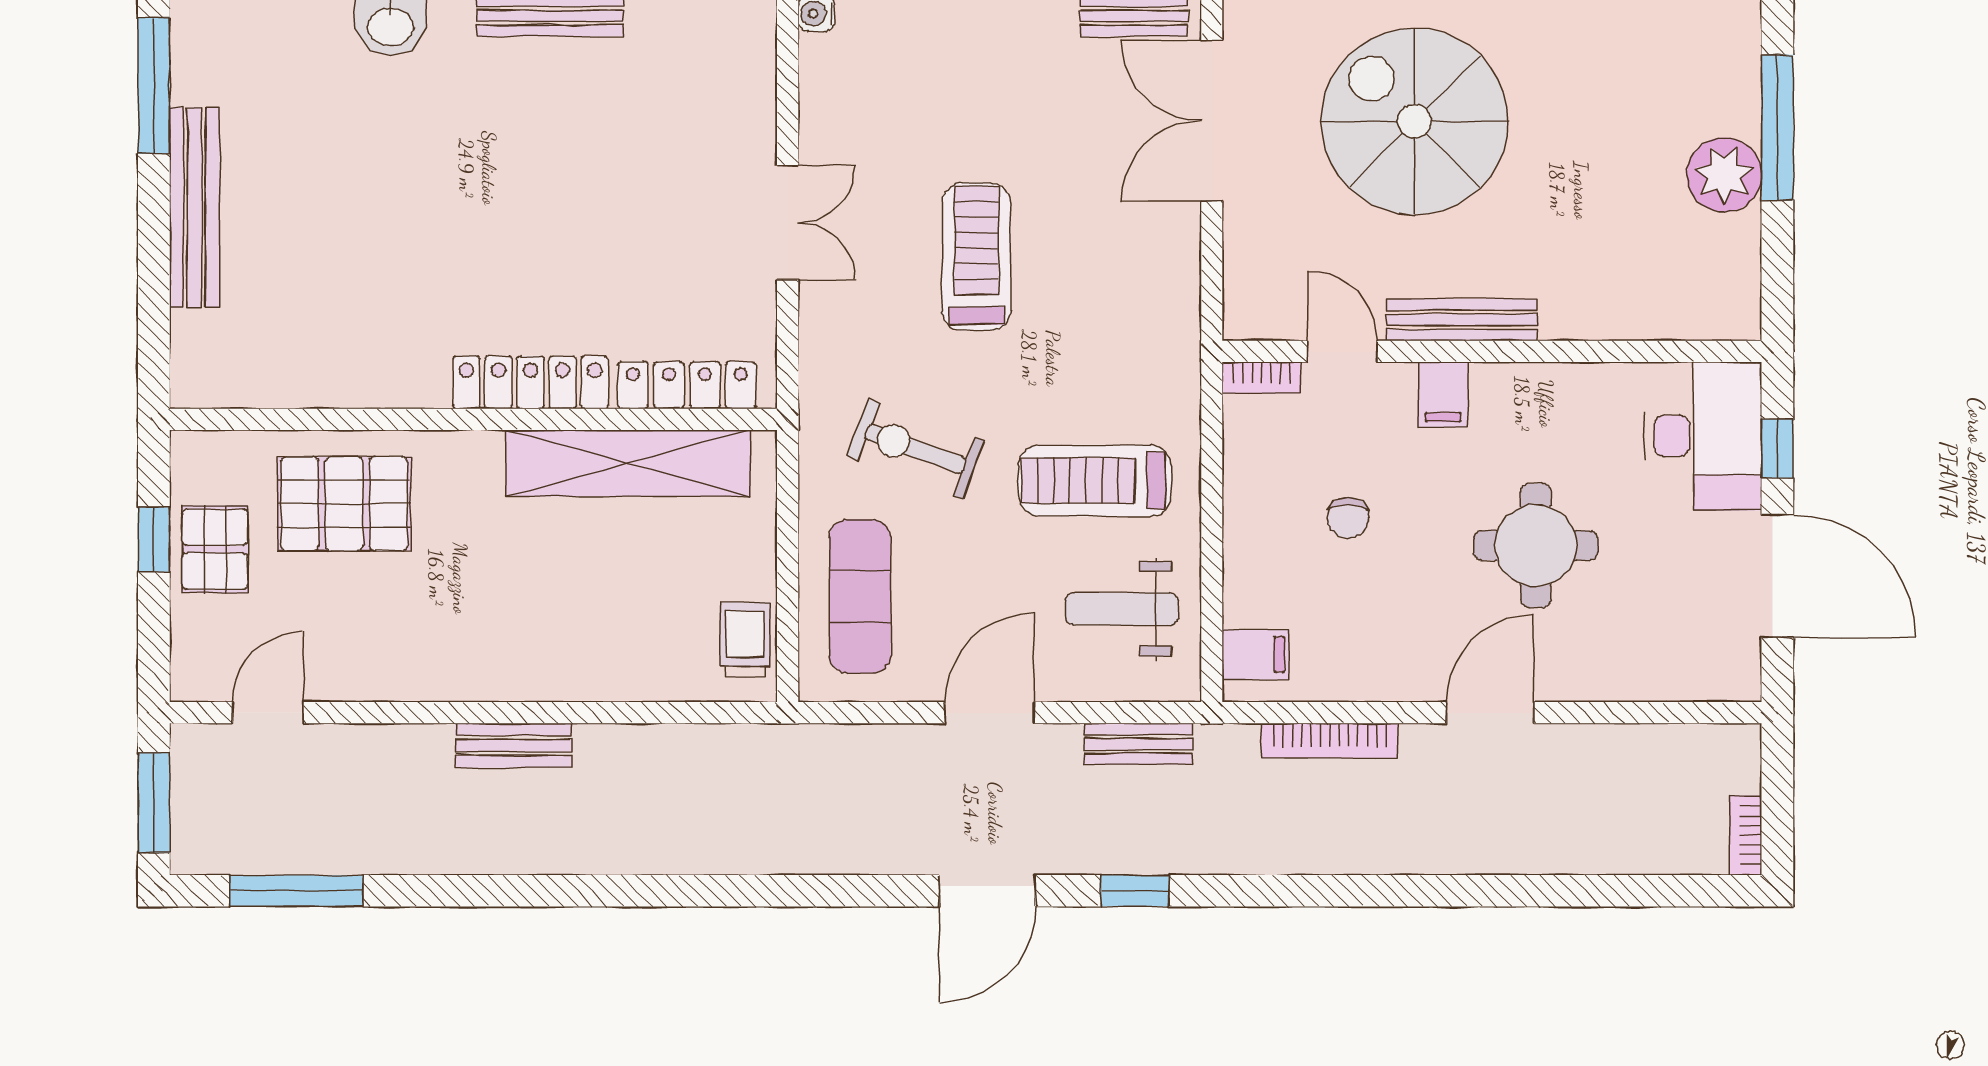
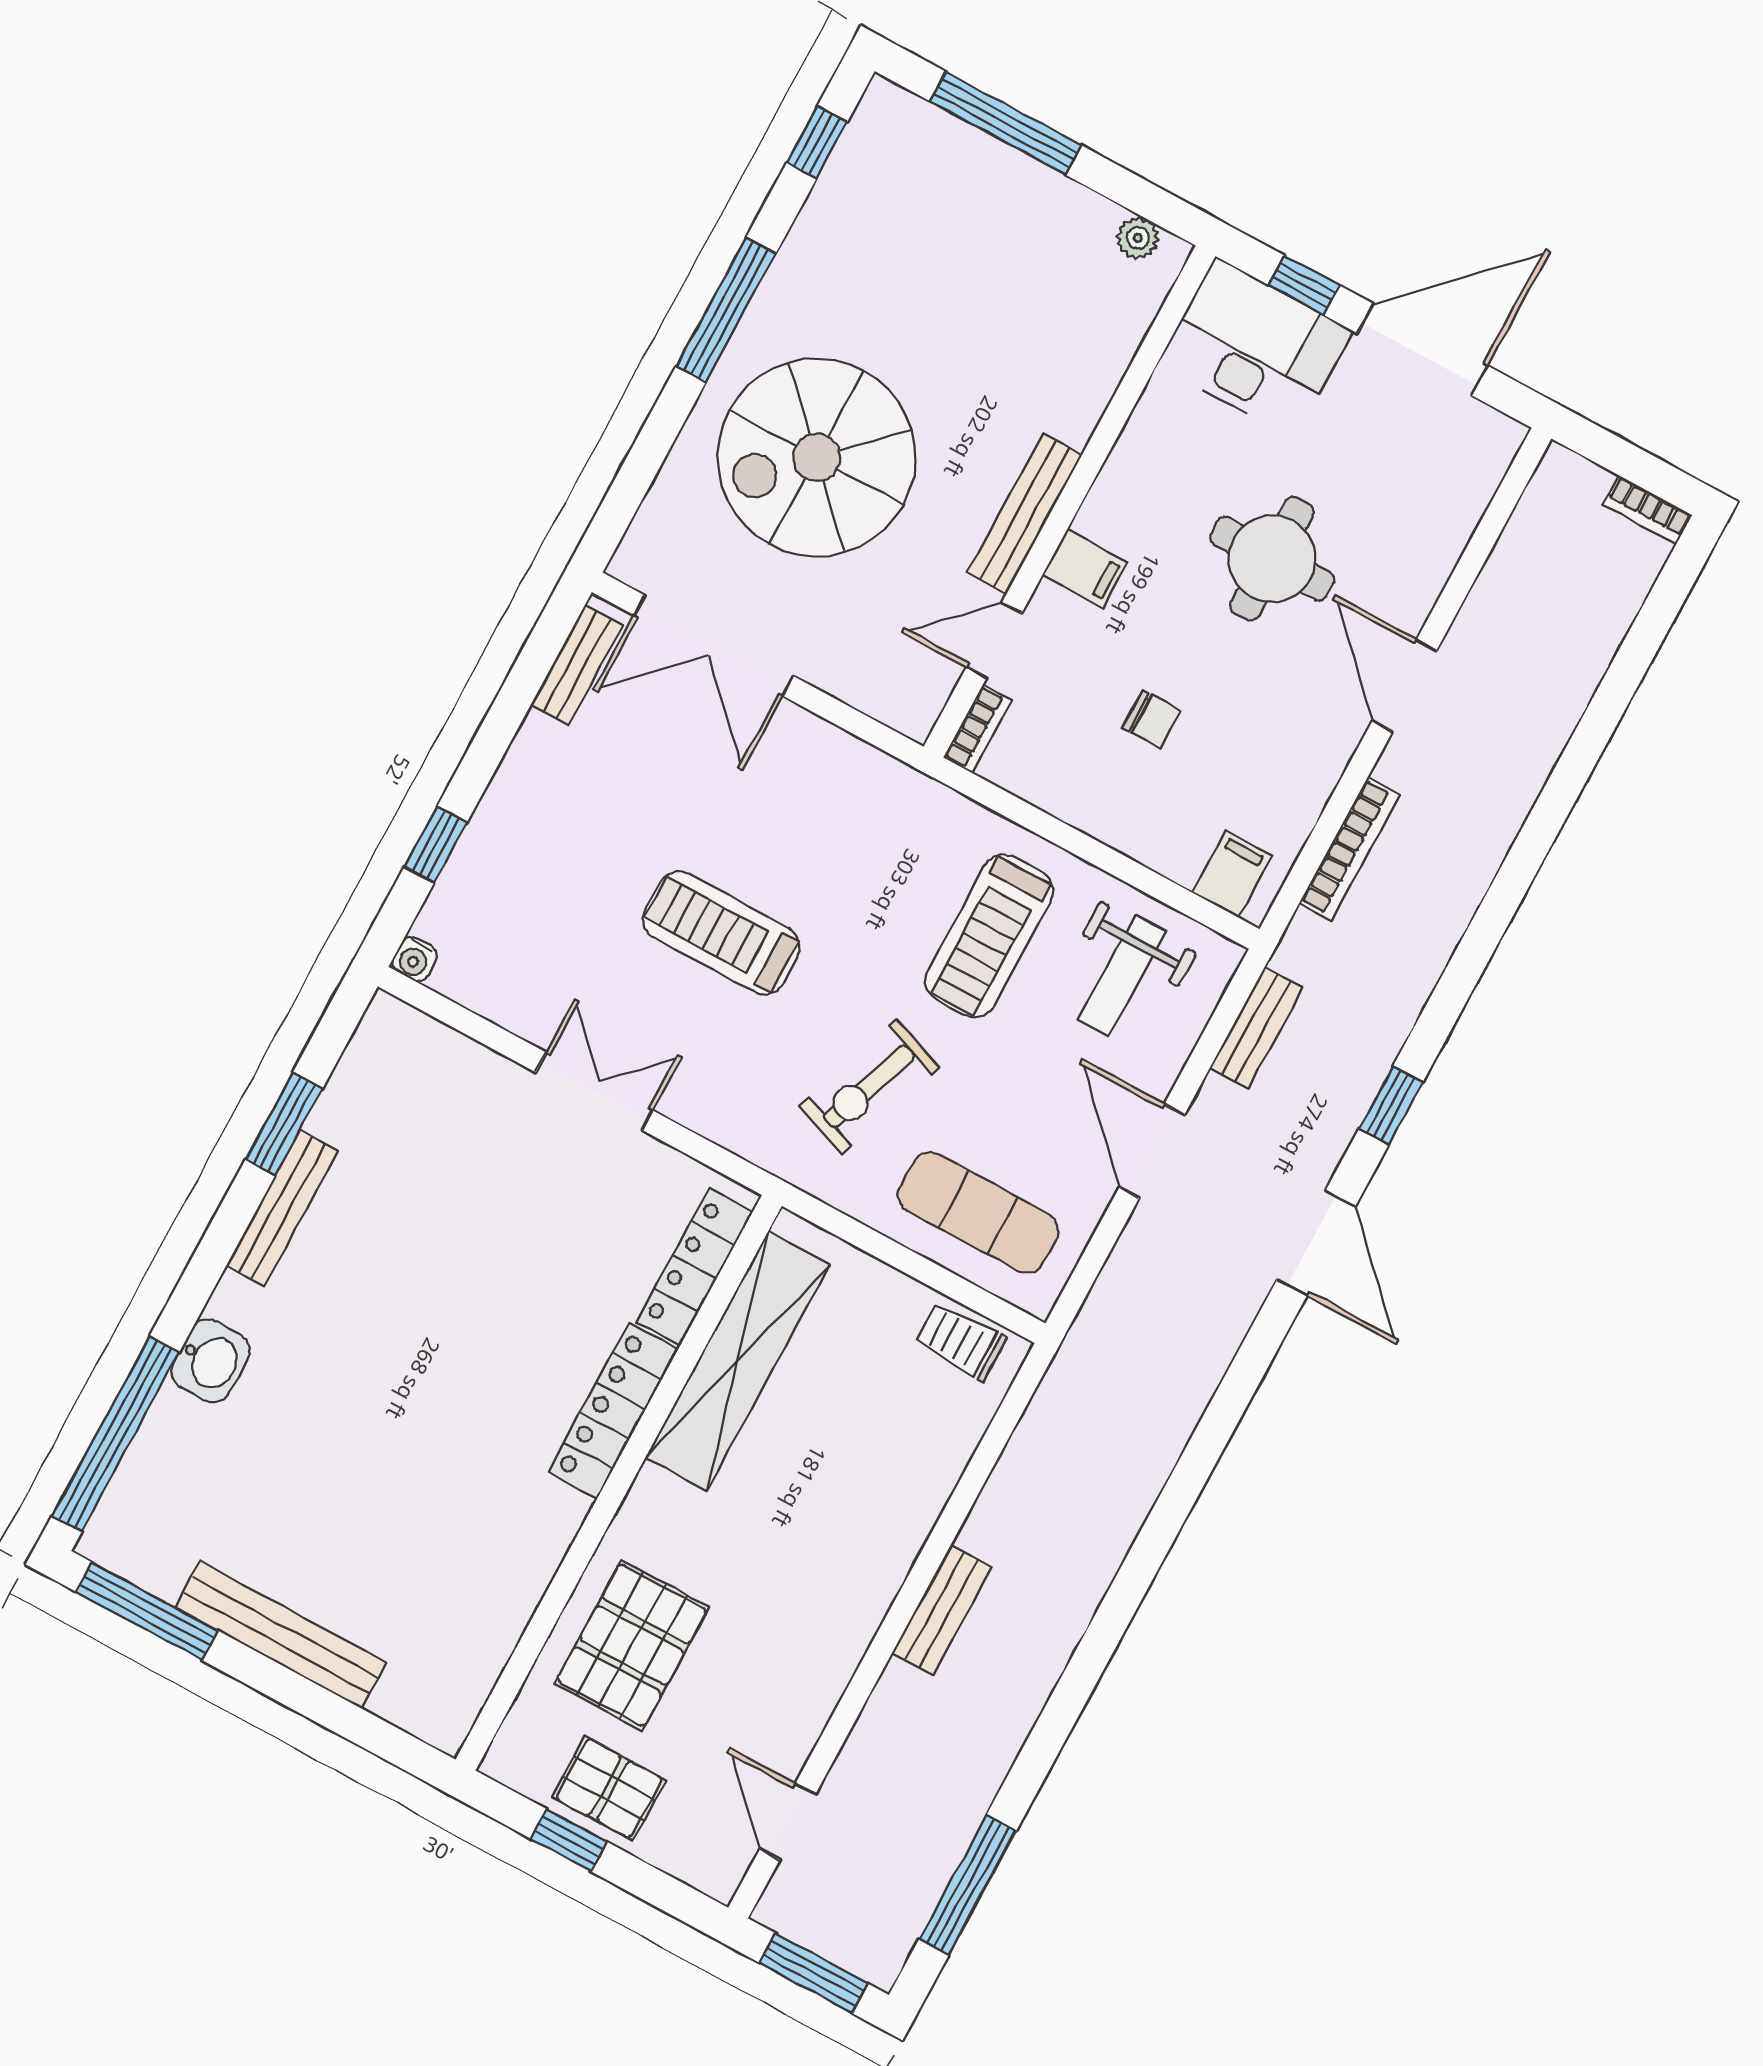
plant: (1724, 175) -> (1138, 238), moved, width x0.53, depth x0.53

